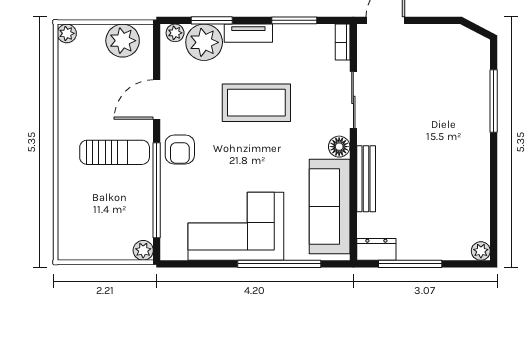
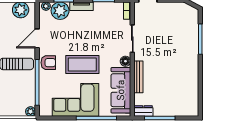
coffee table: (256, 103) -> (82, 65), moved
armchair: (180, 149) -> (48, 63), turned -90
plant: (481, 251) -> (194, 112), removed

